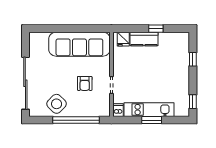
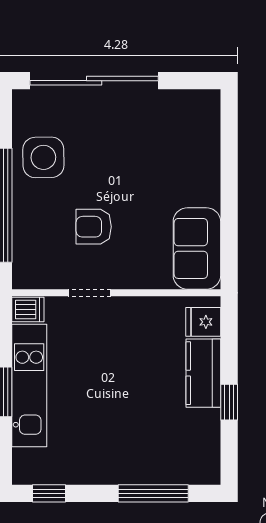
sofa: (79, 44) -> (197, 248), width x0.54, depth x0.79
window: (193, 59) -> (153, 493), width x2.17
side table: (57, 104) -> (43, 157), turned 45

